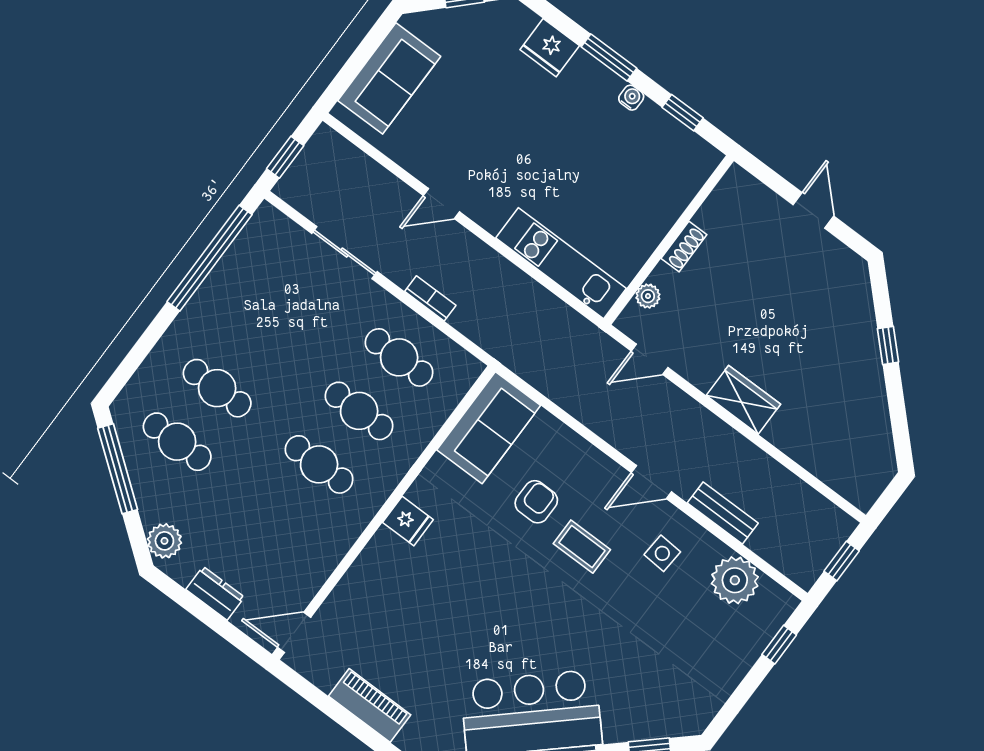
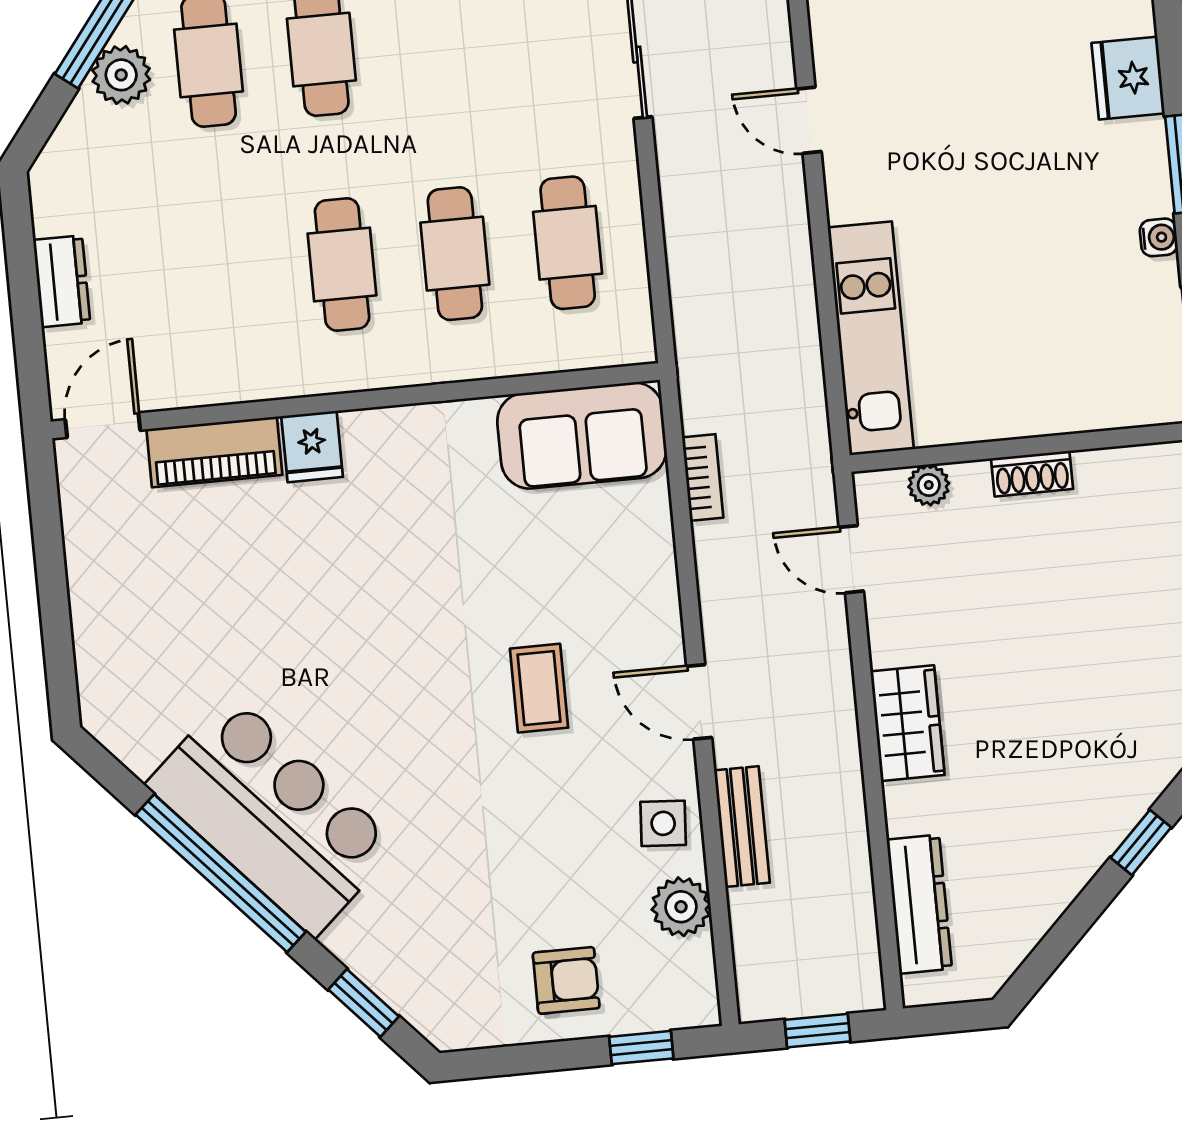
bookcase: (430, 298) -> (703, 477), moved
dresser: (827, 466) -> (919, 904), added
armchair: (536, 502) -> (566, 980), moved
fridge: (408, 521) -> (312, 447), moved
plant: (164, 541) -> (121, 75), moved
side table: (662, 553) -> (663, 823), moved
plant: (735, 580) -> (681, 907), width x0.73, depth x0.73
door: (294, 632) -> (103, 425), hinge flipped
piano: (370, 705) -> (214, 452), moved, turned 90

